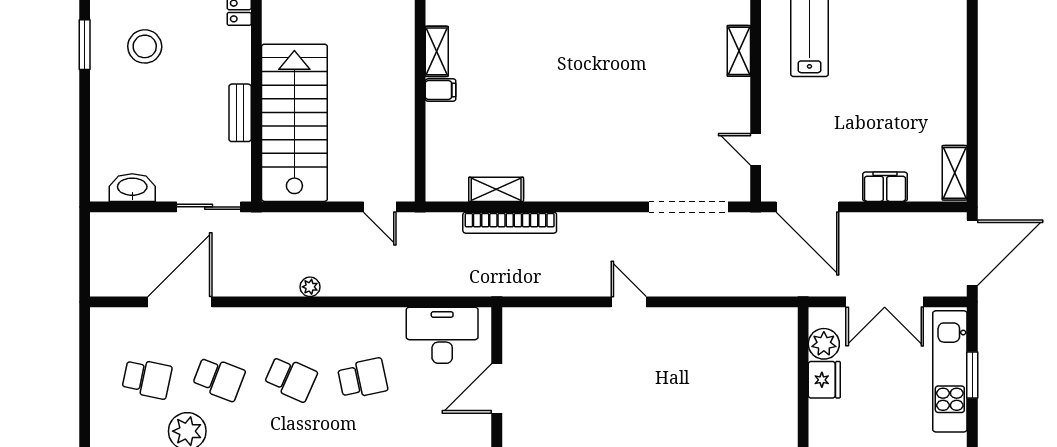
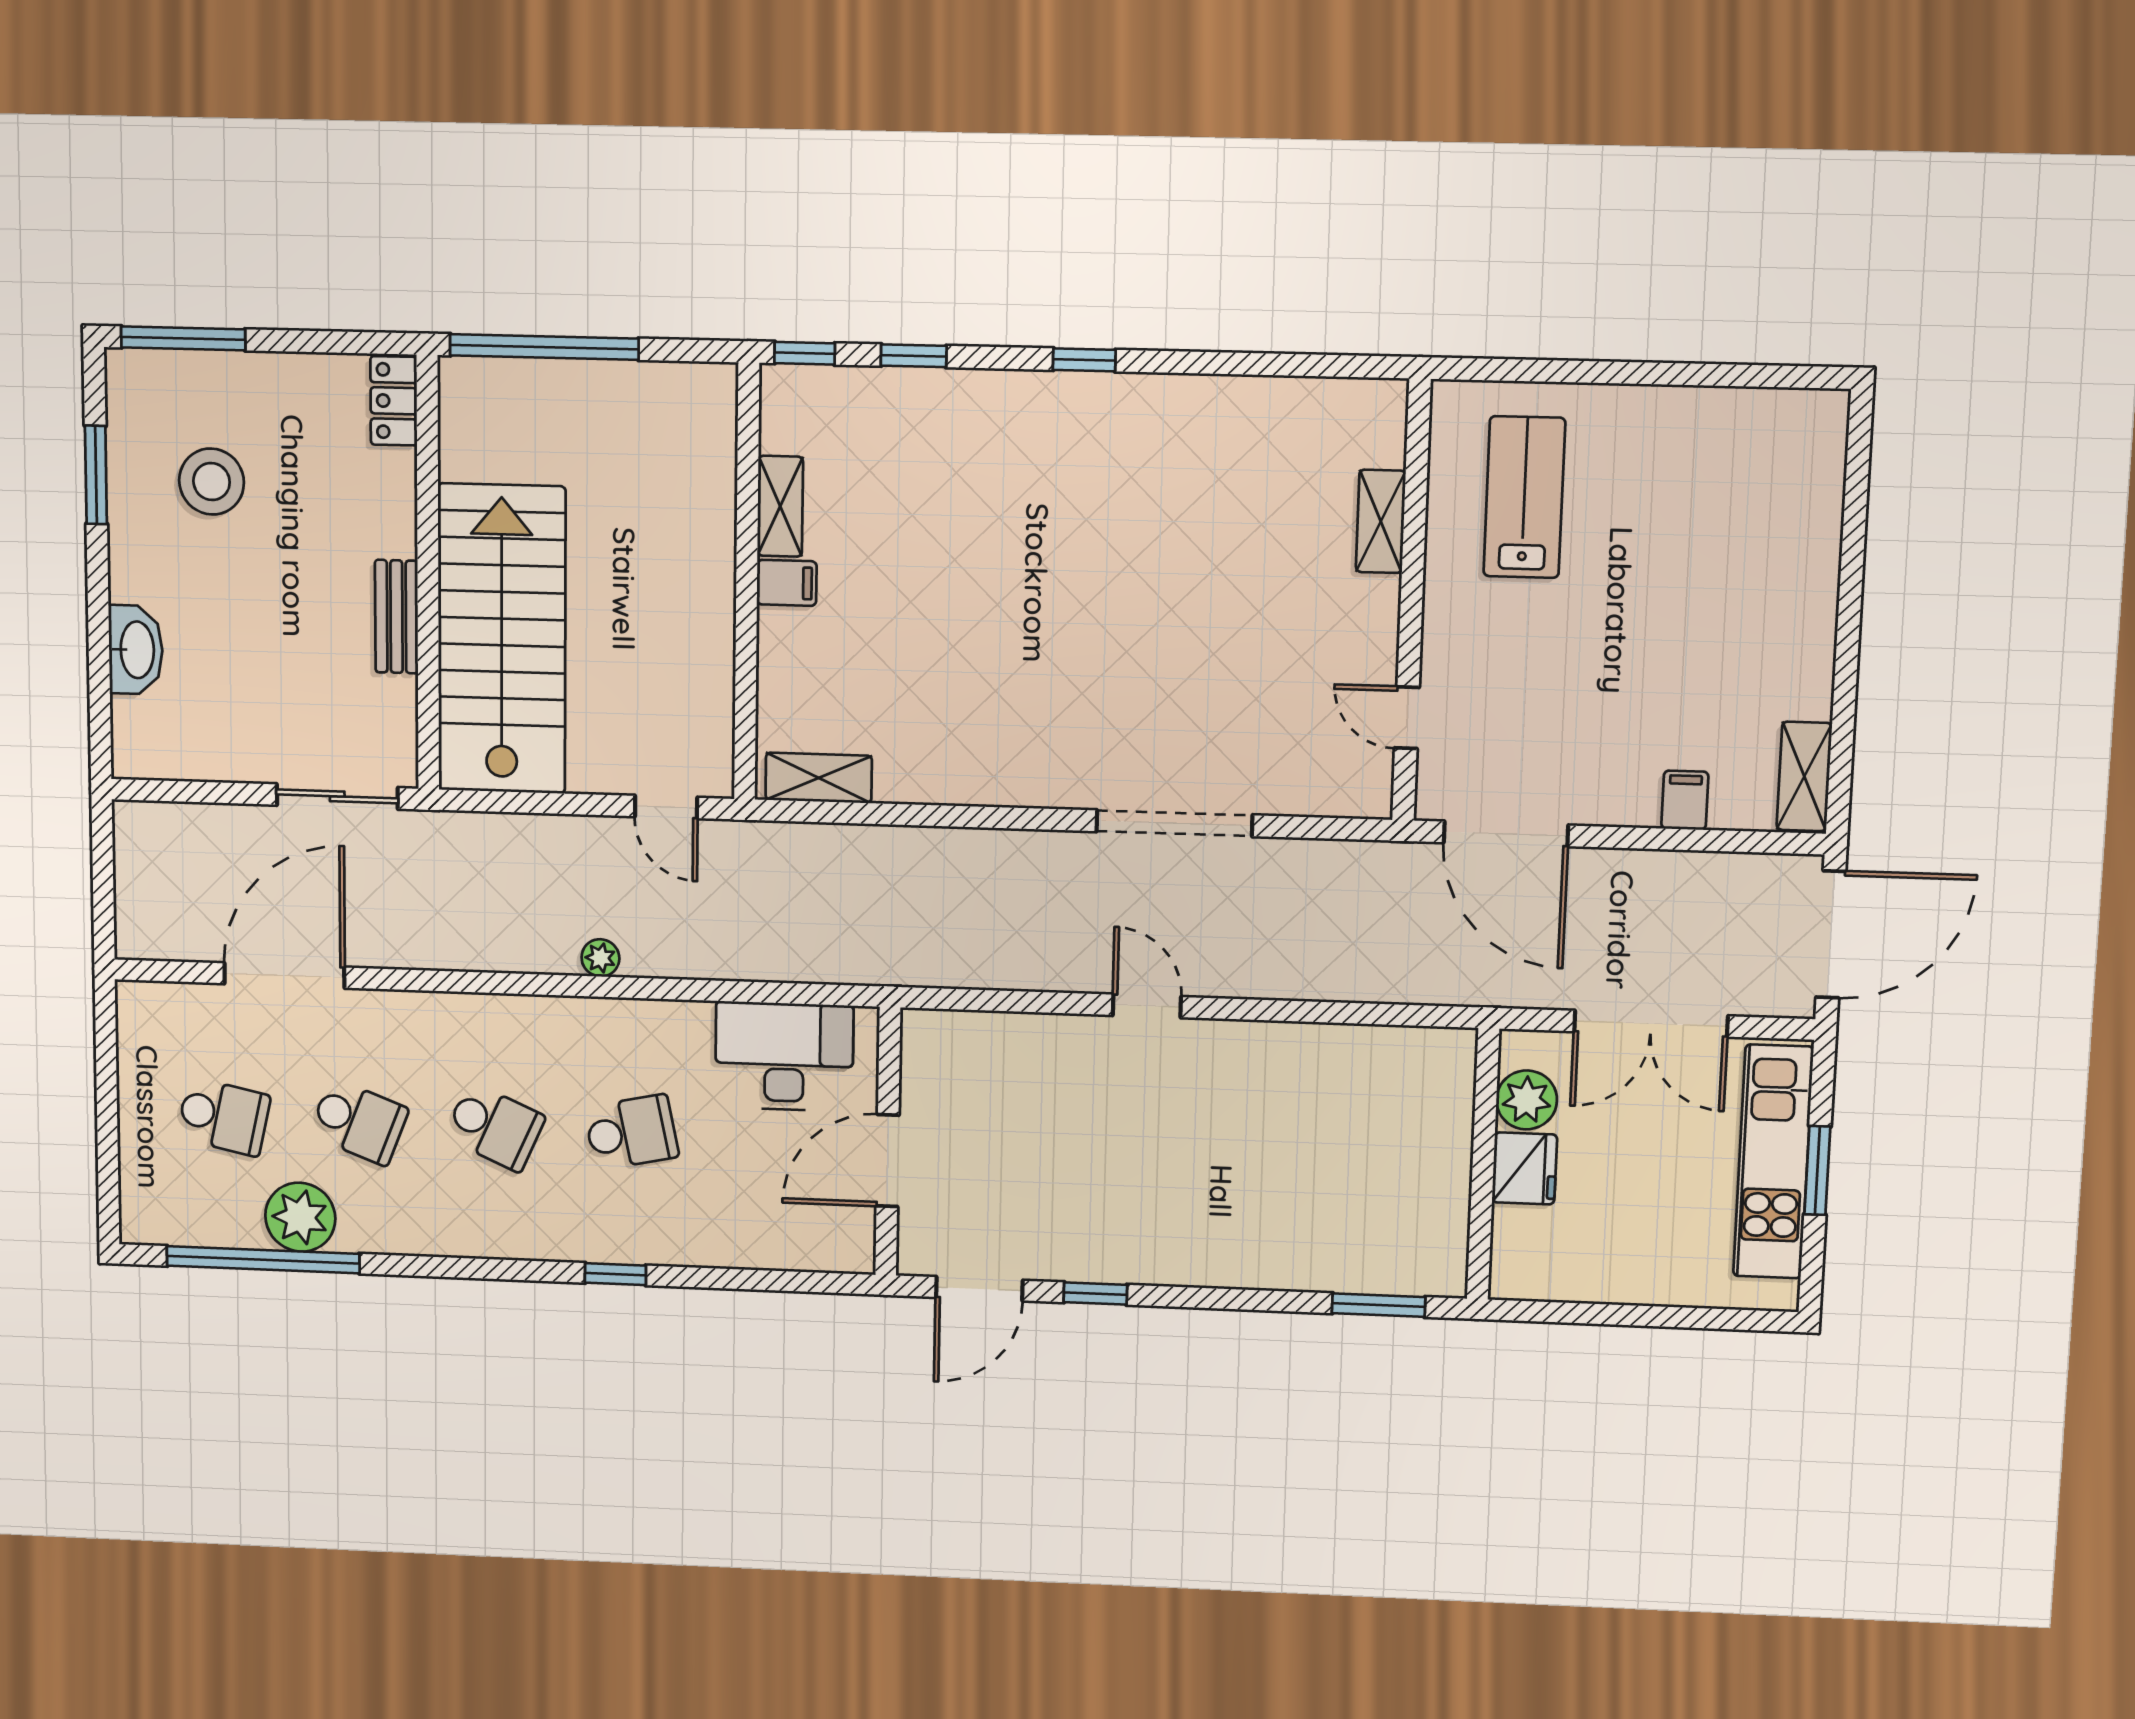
filing cabinet: (885, 187) -> (1685, 800), width x0.50
washbasin: (132, 188) -> (136, 650), moved, turned 90
shelving: (496, 189) -> (819, 778), moved
doorway: (688, 207) -> (1174, 823), moved
bookcase: (510, 223) -> (918, 846), removed
plant: (310, 287) -> (600, 958), moved

